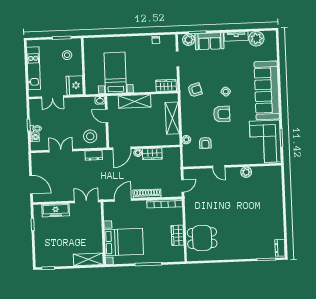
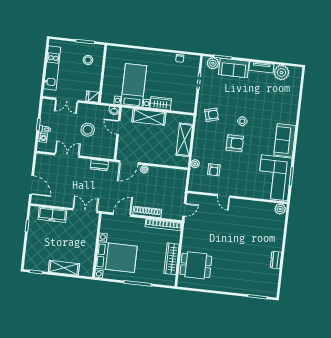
fridge: (75, 85) -> (93, 96), width x0.53, depth x0.75
wardrobe: (166, 85) -> (161, 103), moved
sofa: (267, 90) -> (285, 140), width x0.54, depth x0.79
stool: (90, 136) -> (88, 130), moved
wardrobe: (152, 154) -> (159, 173), removed
plant: (246, 172) -> (280, 209), moved
wardrobe: (178, 235) -> (172, 259), width x1.50
dresser: (280, 248) -> (276, 260), moved
shelving: (88, 259) -> (64, 268), moved

